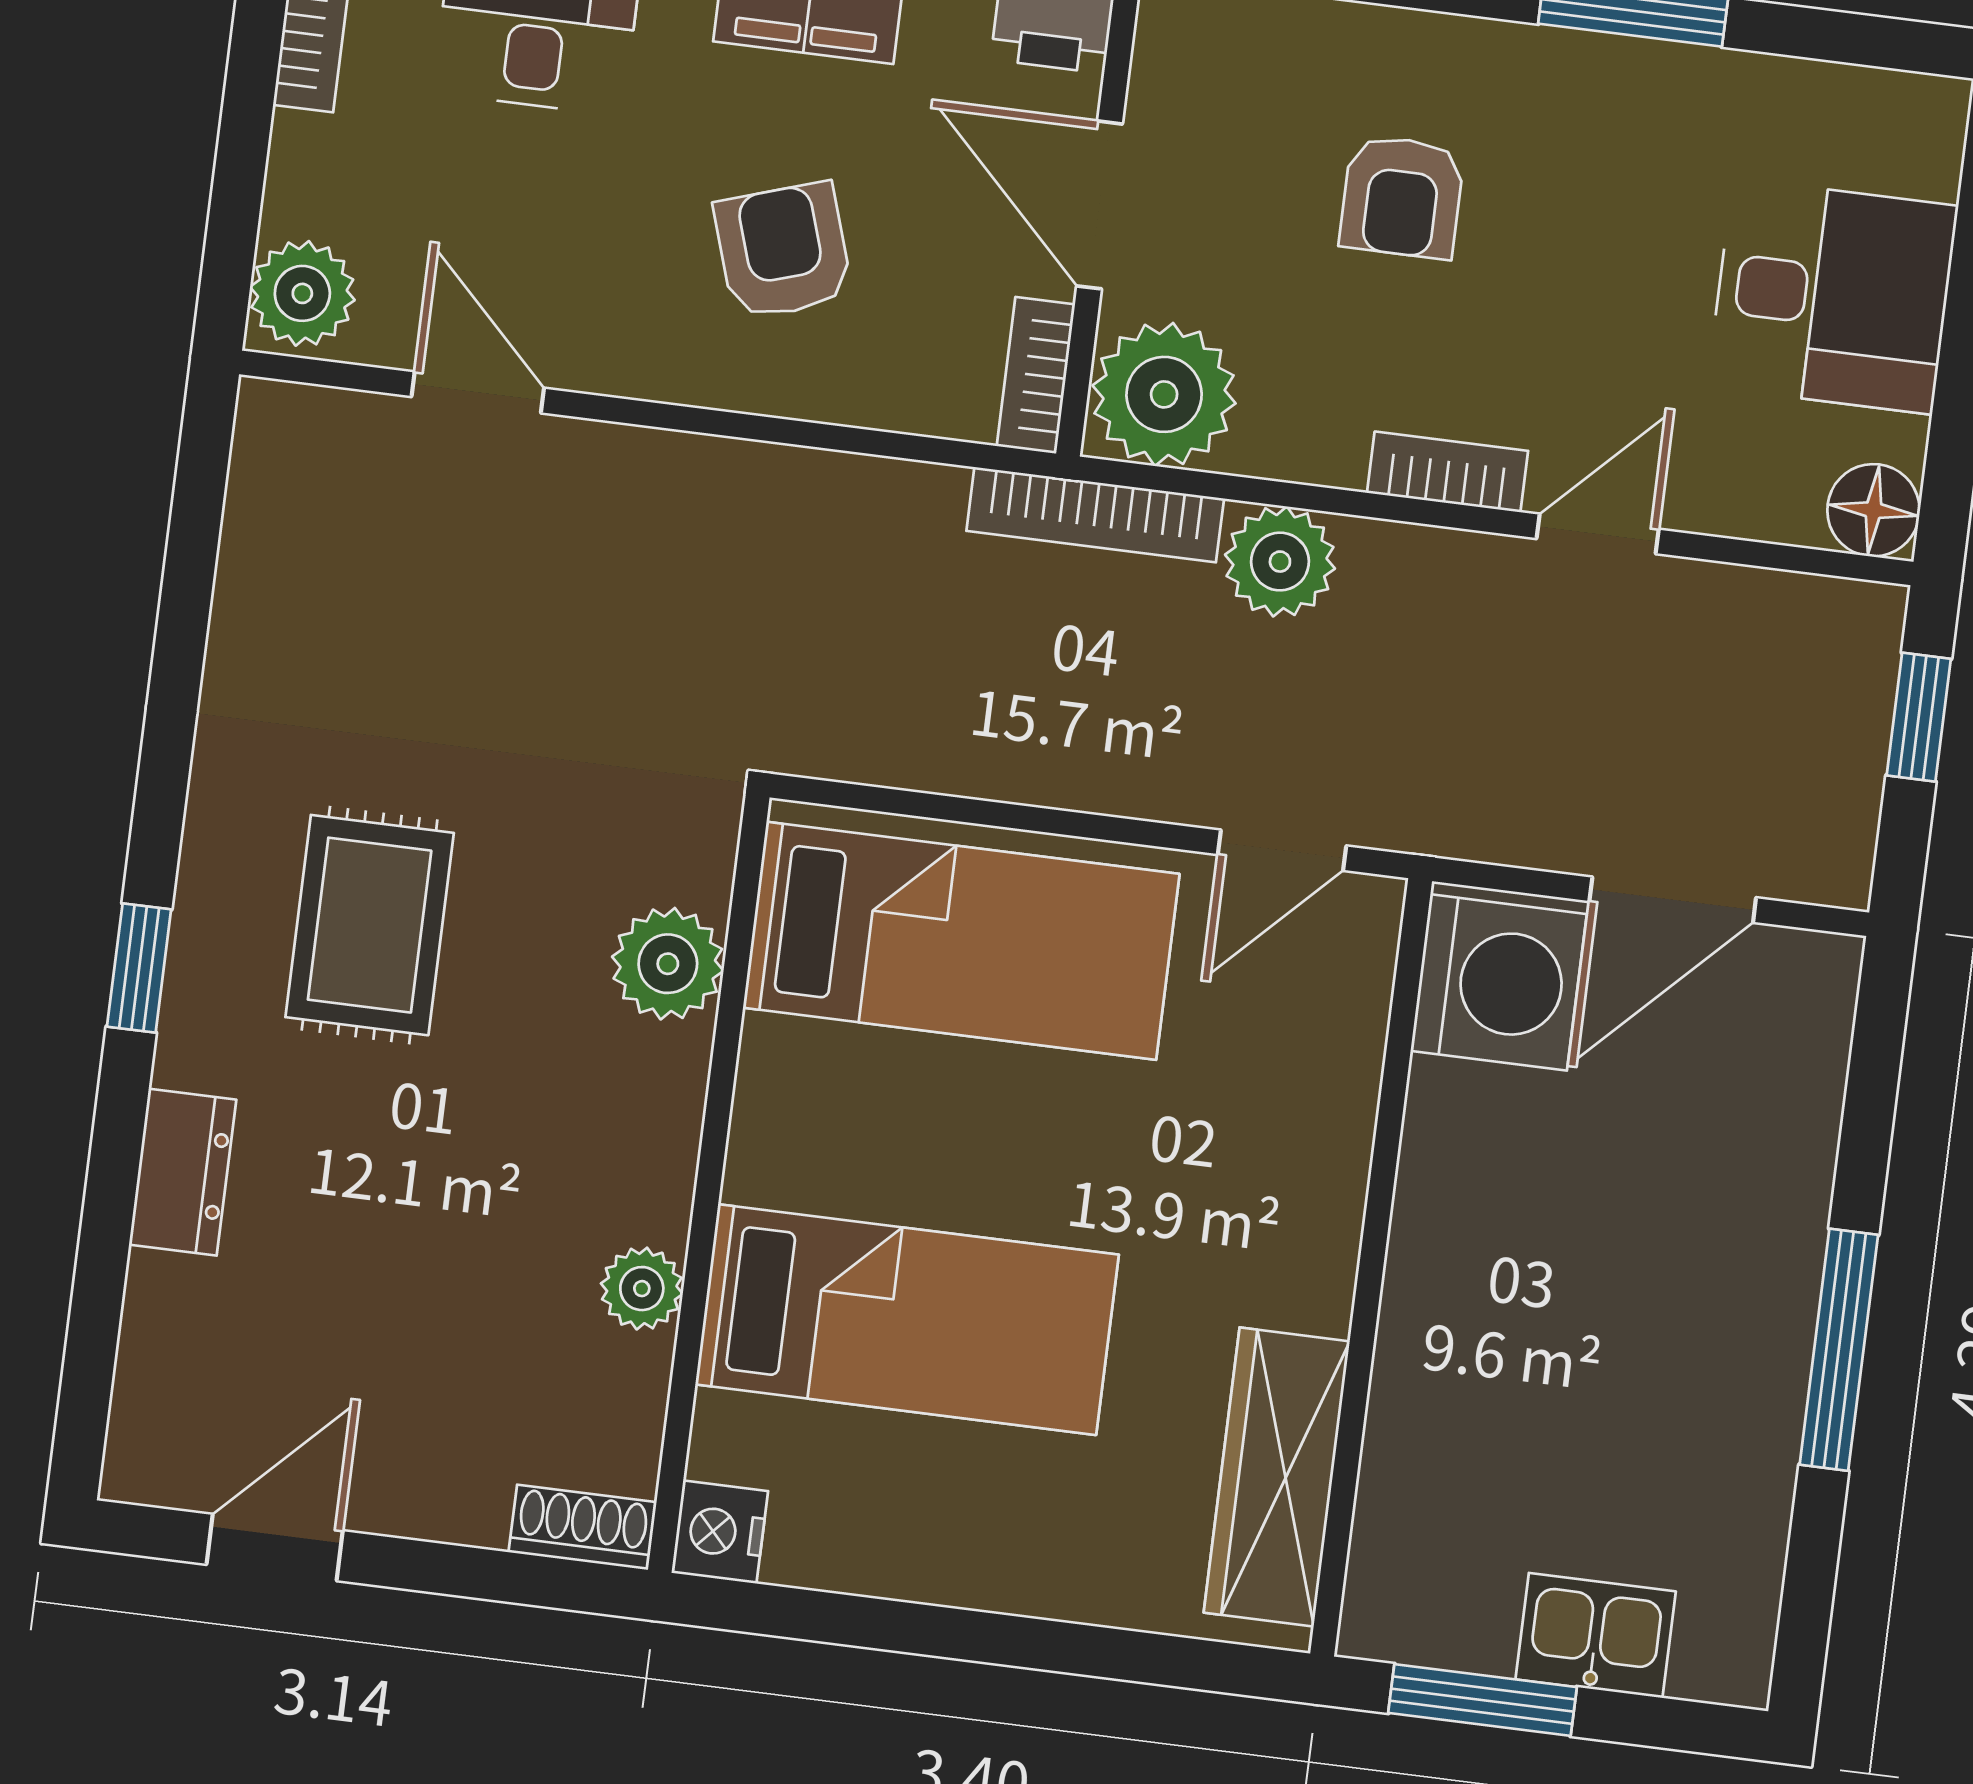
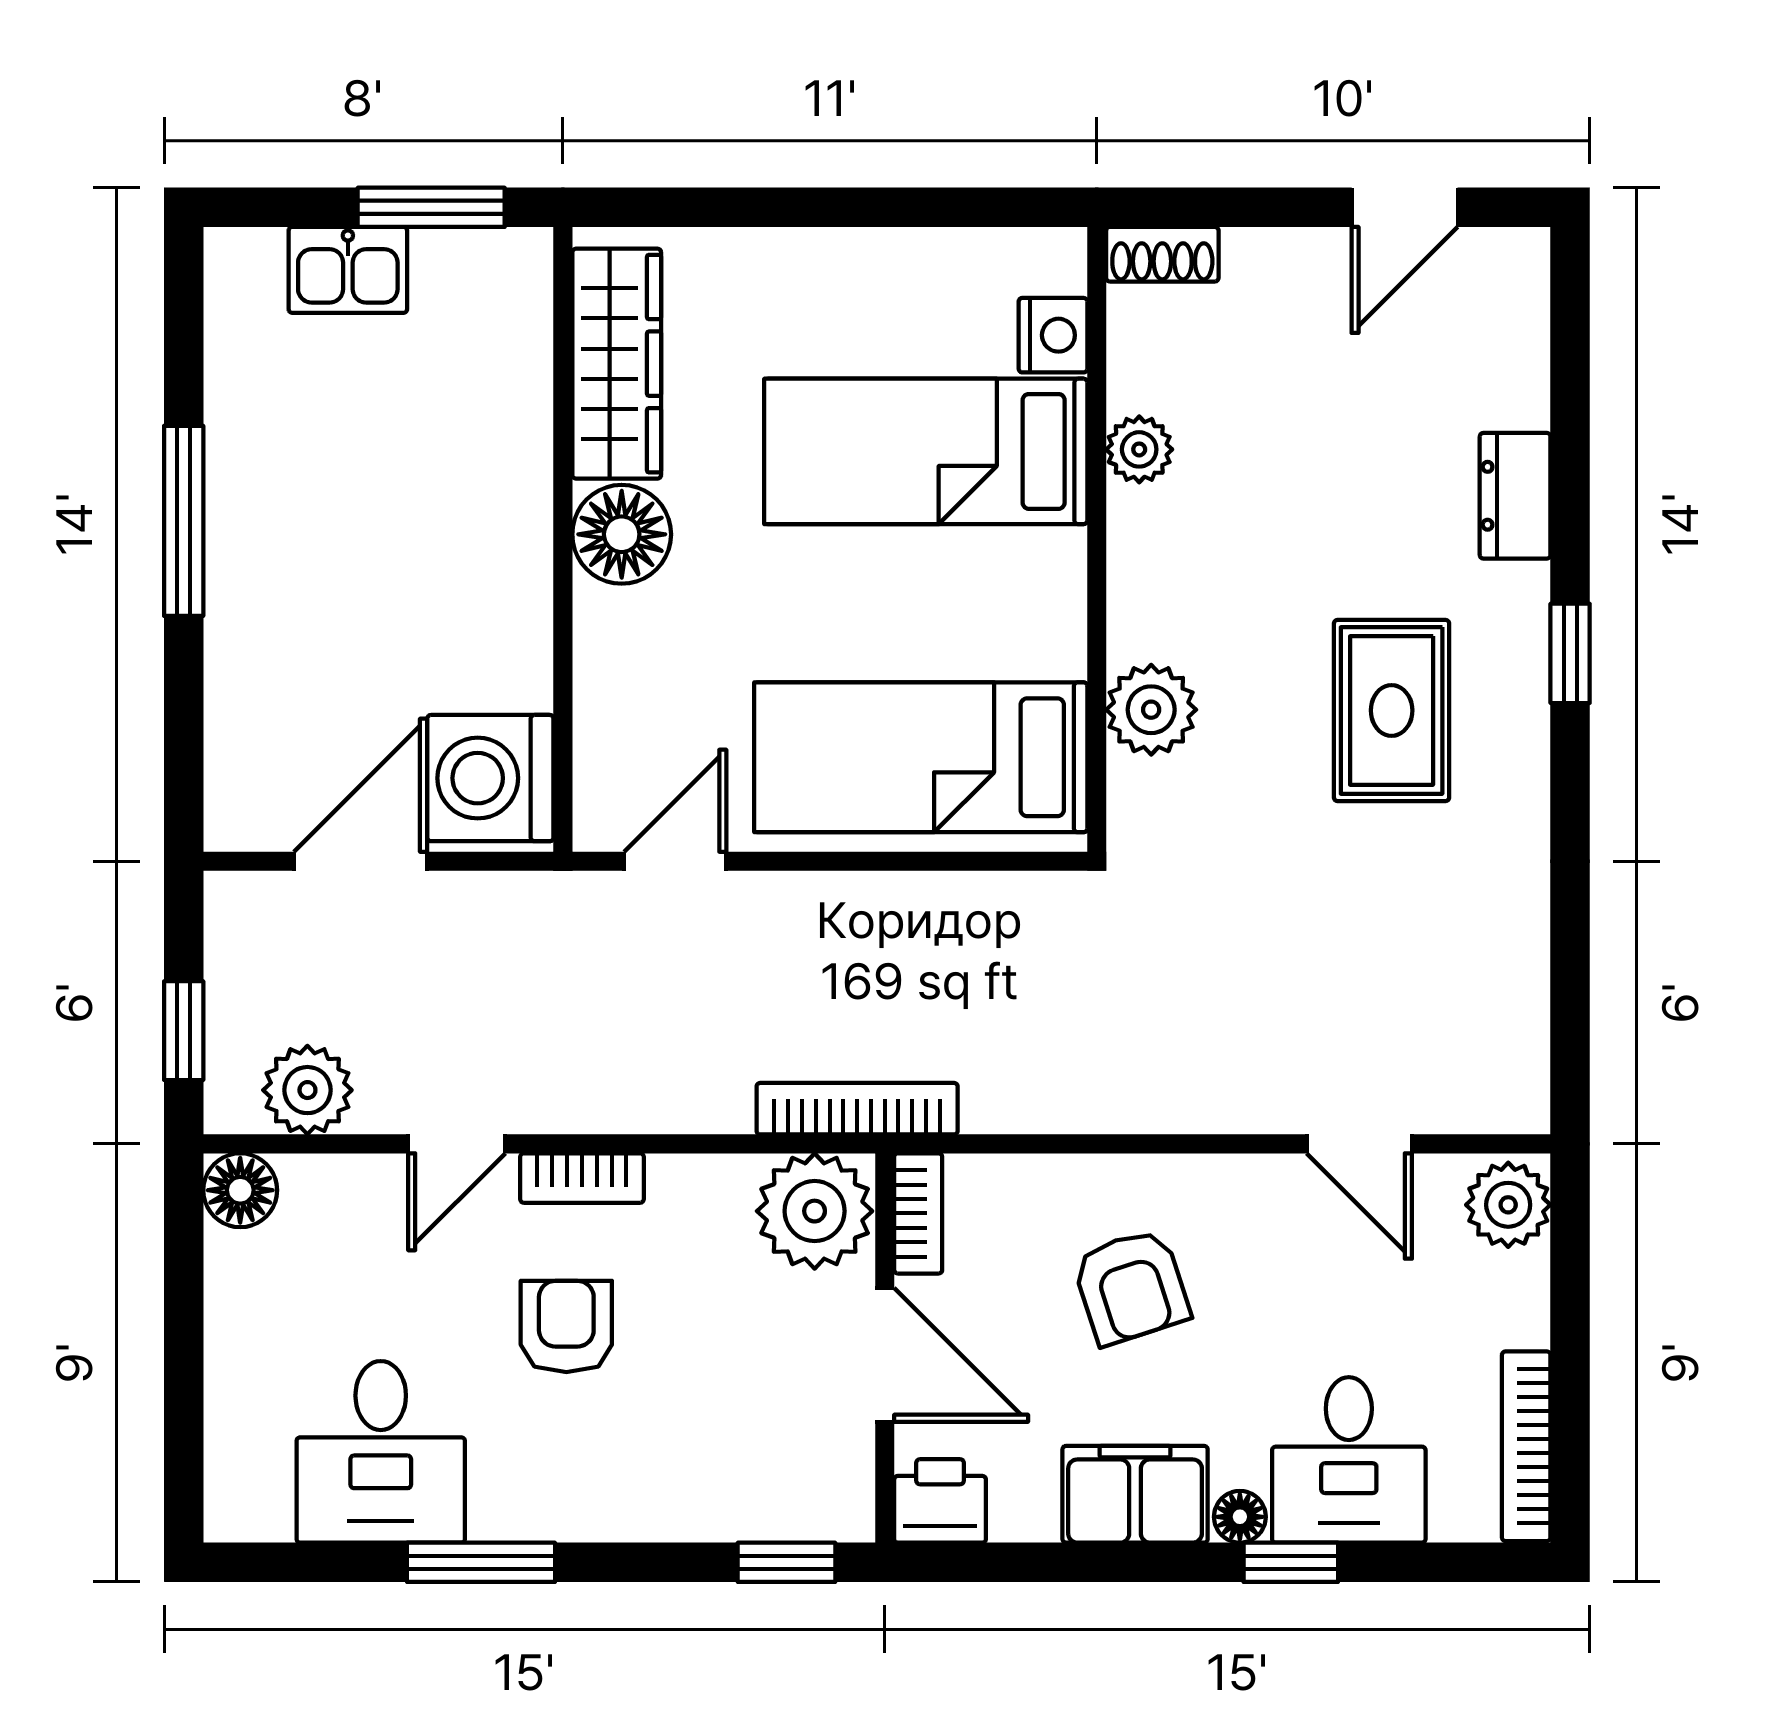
armchair: (1402, 197) -> (566, 1326), moved
desk: (1833, 296) -> (381, 1452), moved, turned -90
plant: (1280, 562) -> (307, 1090), moved
floor lamp: (1297, 1264) -> (622, 534), added
nightstand: (720, 1532) -> (1053, 335), moved

